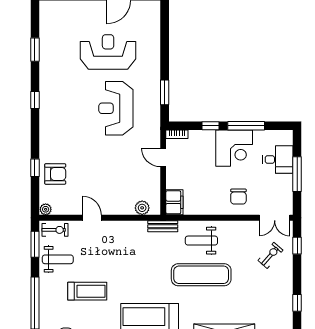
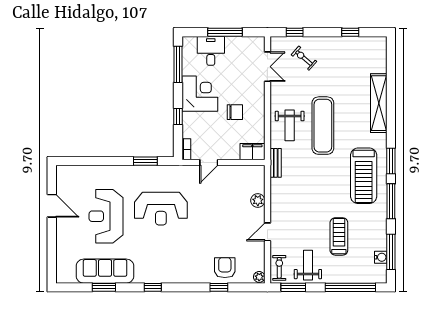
sofa: (52, 51) -> (105, 271), added
window: (246, 126) -> (178, 64), moved
chair: (238, 197) -> (235, 112), moved
plant: (142, 208) -> (258, 200), moved
double door: (275, 218) -> (267, 67), moved

